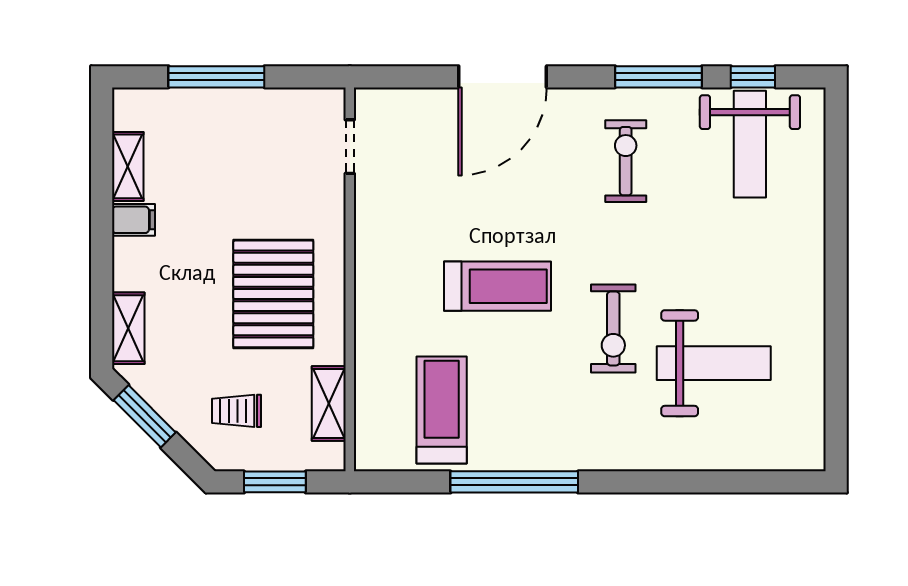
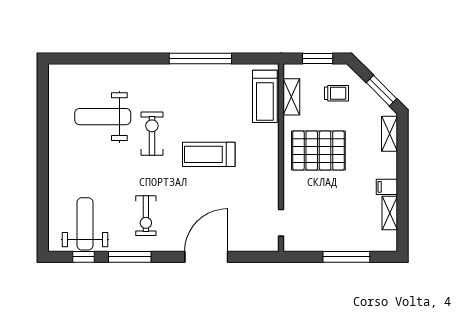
pallet: (273, 294) -> (318, 151), turned 90
treadmill: (442, 410) -> (265, 96), moved

